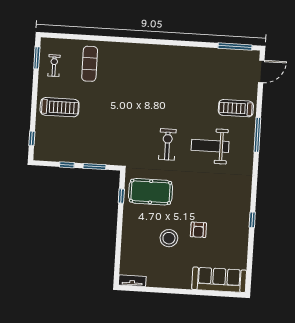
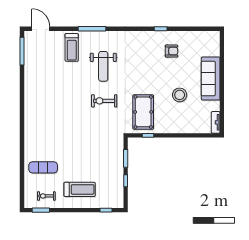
treadmill: (60, 107) -> (80, 189), turned 90
armchair: (198, 230) -> (172, 51), moved
sofa: (219, 280) -> (211, 79), moved

